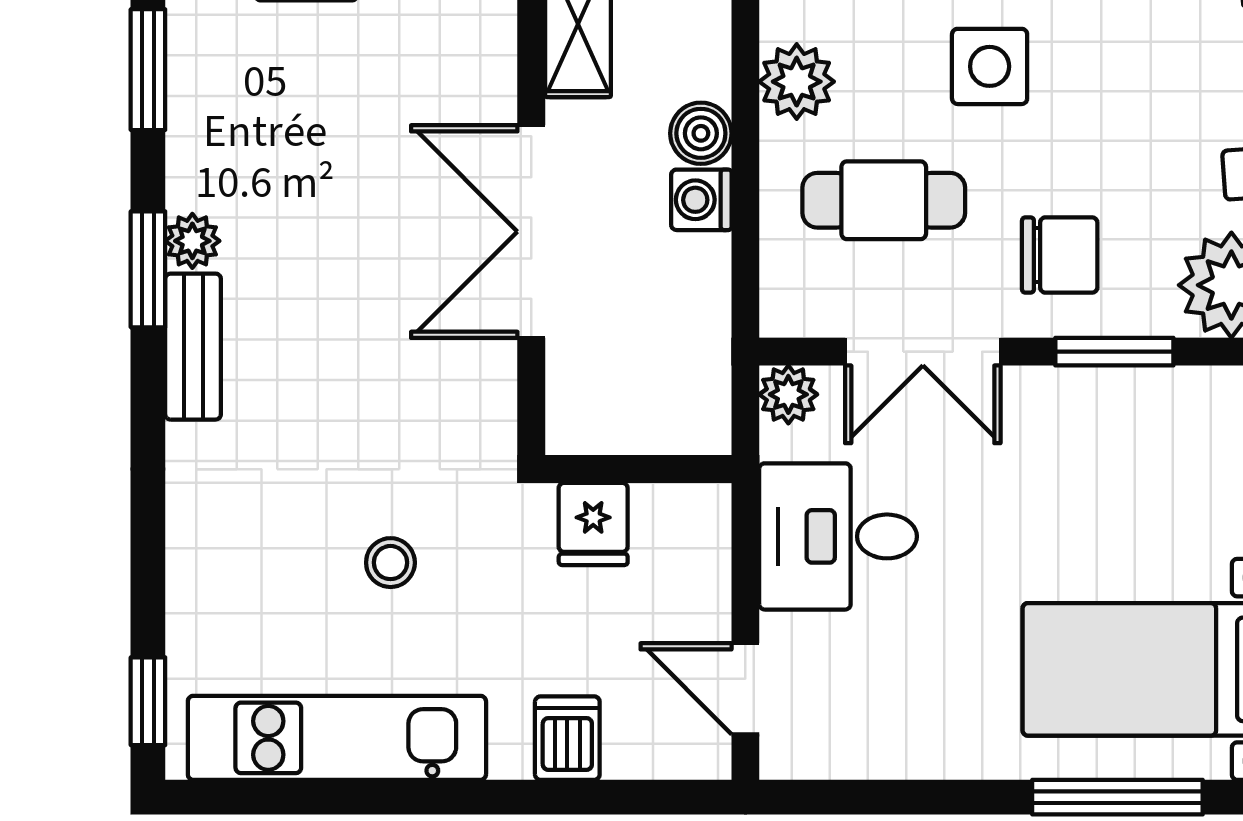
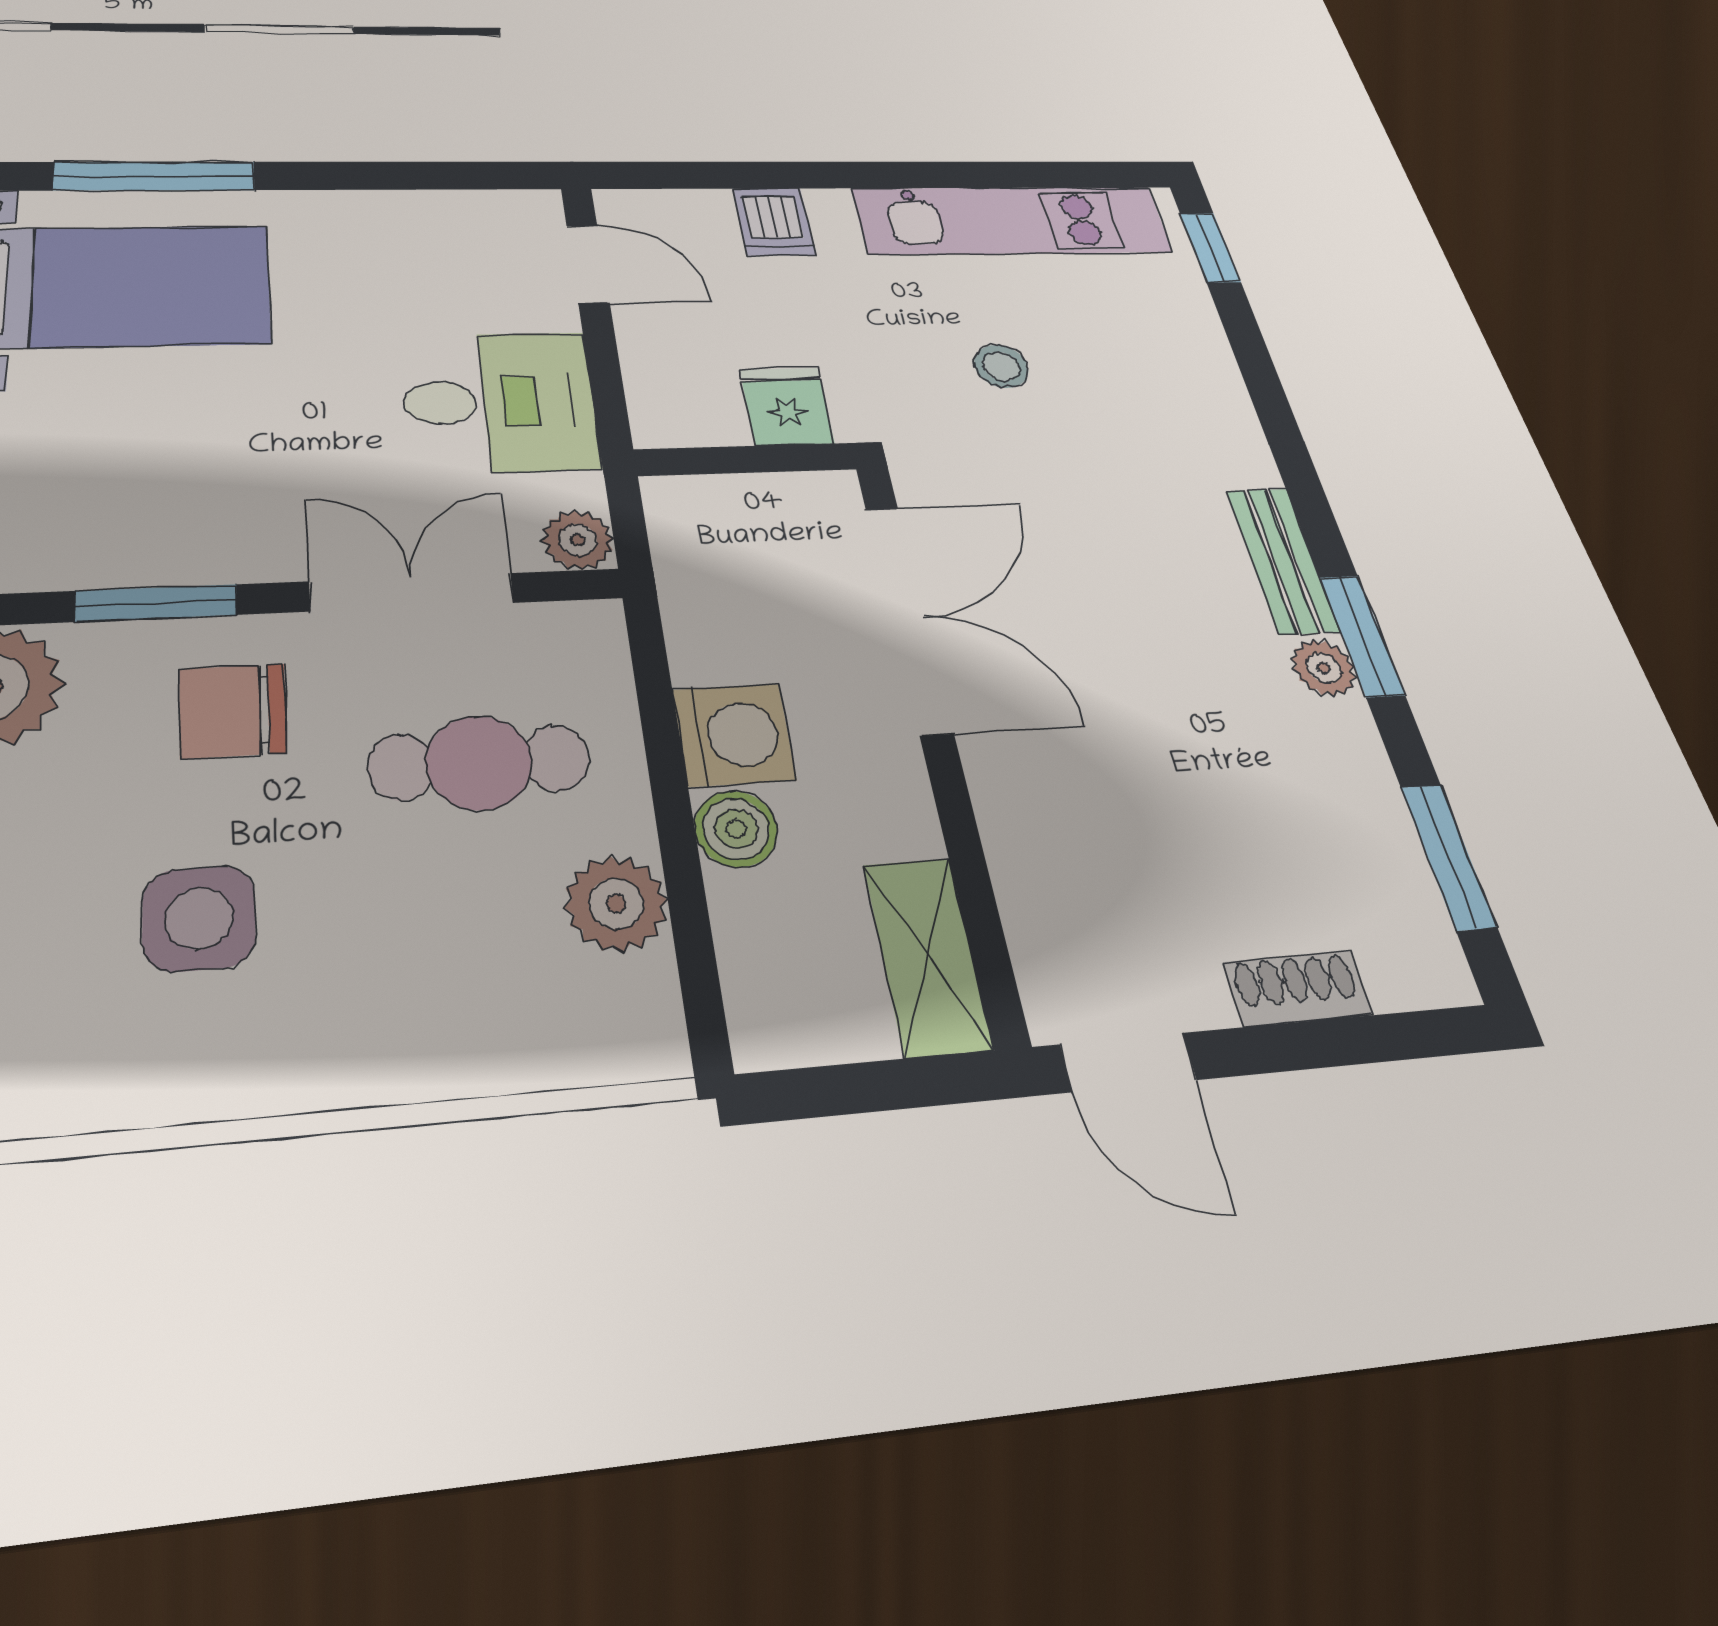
side table: (990, 66) -> (199, 918), moved
washing machine: (701, 200) -> (734, 735), width x1.38, depth x1.38
double door: (531, 232) -> (908, 618), moved

